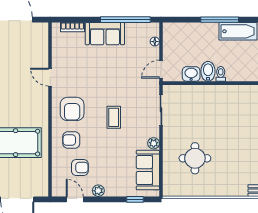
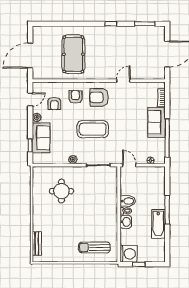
washbasin: (191, 74) -> (126, 222), moved
coffee table: (114, 117) -> (93, 129), width x1.86, depth x1.72
sofa: (148, 170) -> (41, 138), moved, turned 90

